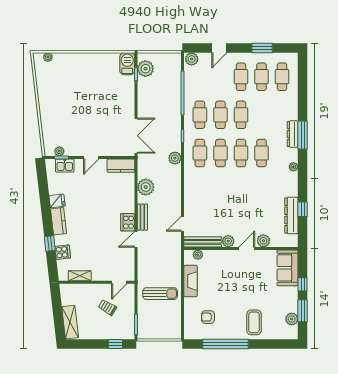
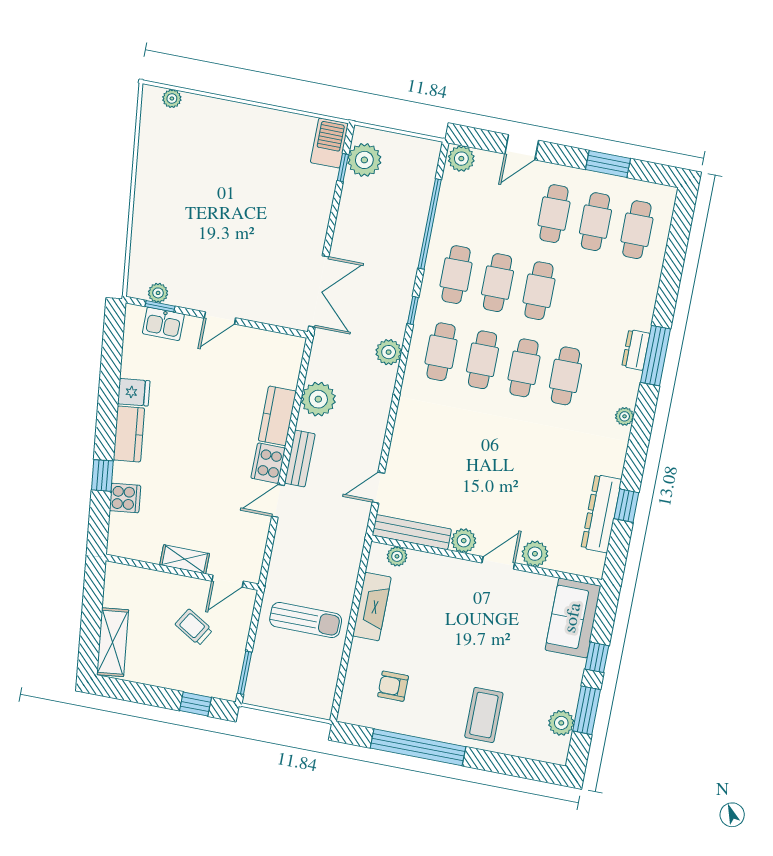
dresser: (293, 134) -> (636, 350), width x0.70
kitchen counter: (121, 166) -> (277, 416), moved, turned 90
shelving: (80, 276) -> (185, 559), moved

